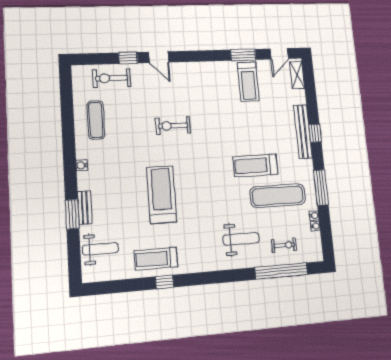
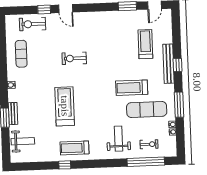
shelving: (297, 75) -> (167, 21), removed
treadmill: (248, 82) -> (145, 44), moved, turned 180
weight bench: (241, 239) -> (119, 139), turned -90
treadmill: (156, 259) -> (75, 148), moved

